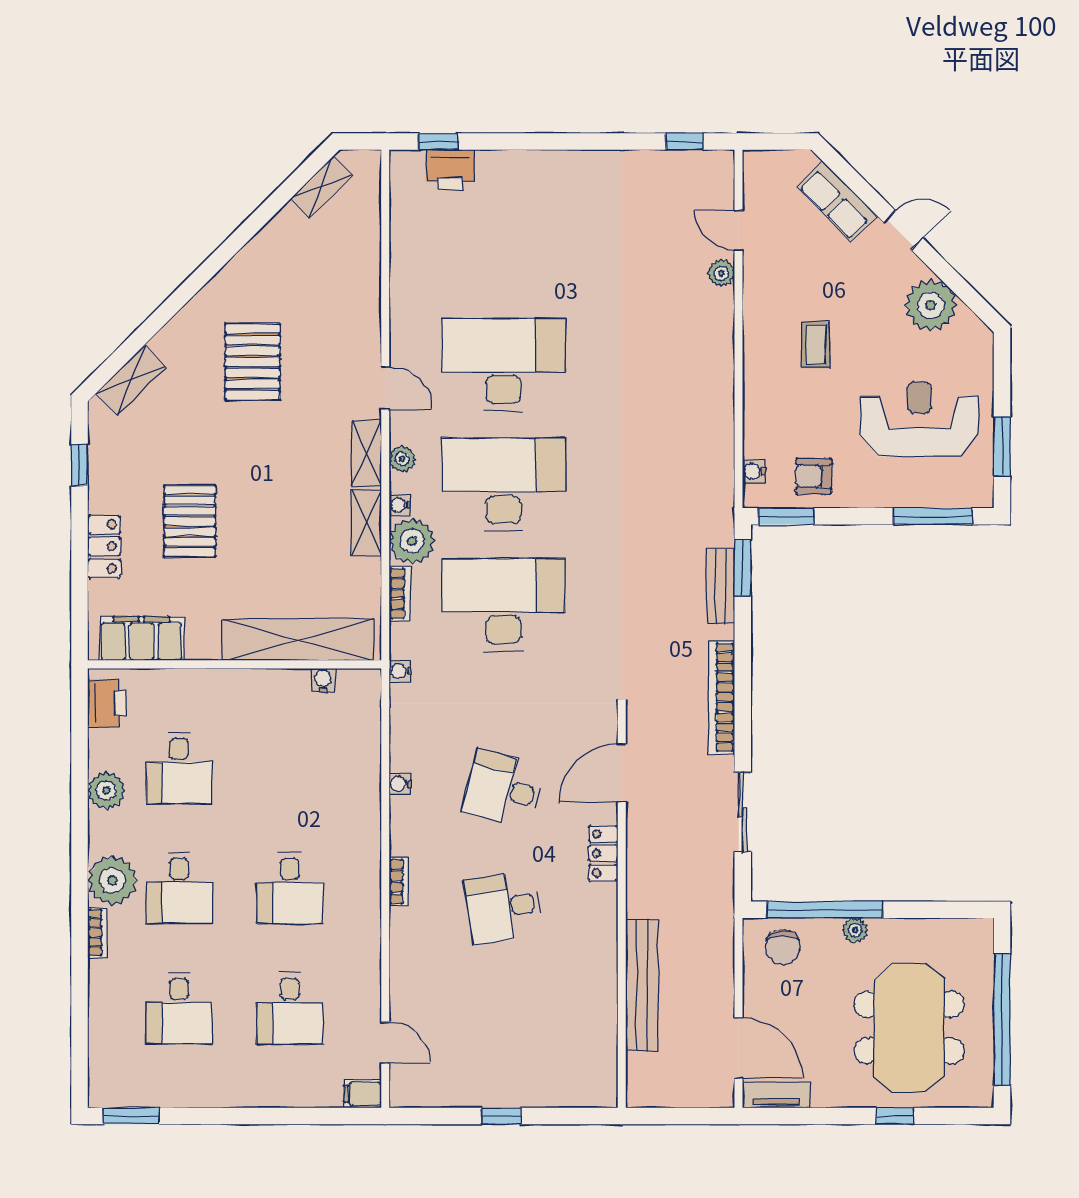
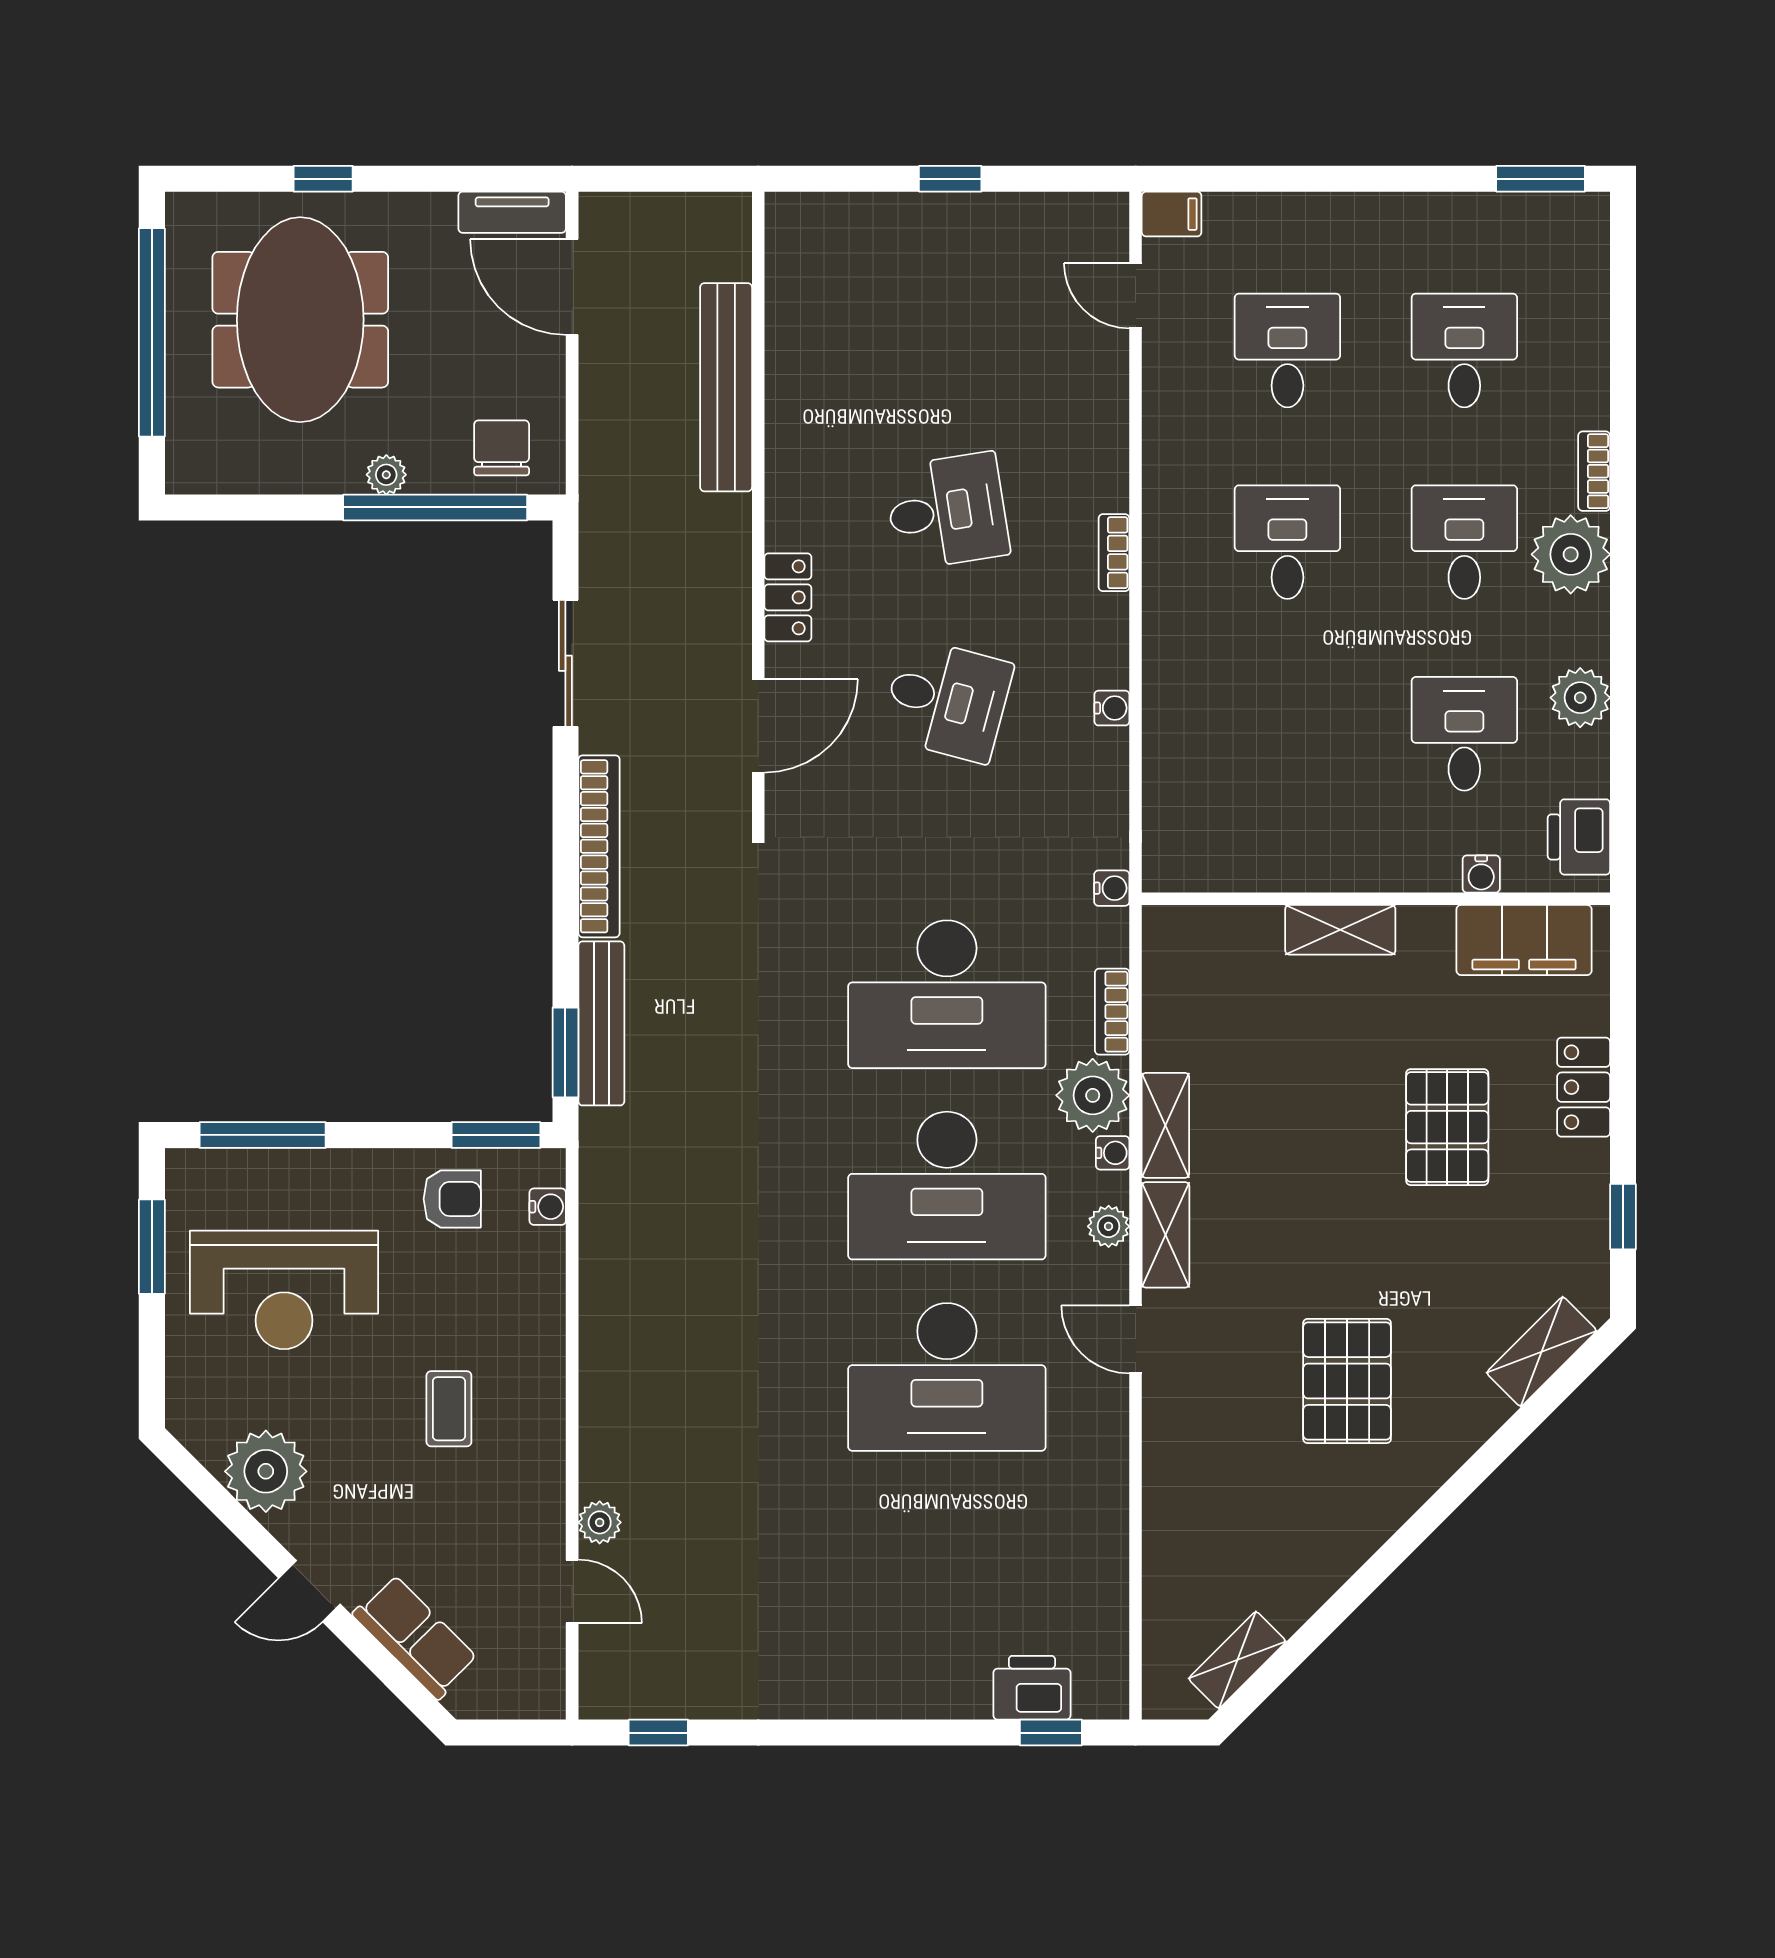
bench: (720, 586) -> (601, 1023), width x1.36
shelving: (298, 640) -> (1340, 930), width x0.45, depth x0.75
water cooler: (323, 680) -> (1481, 874), moved

